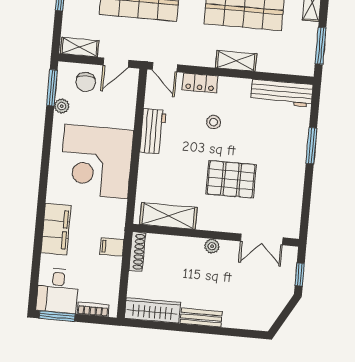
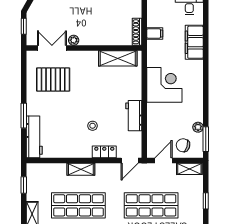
window: (321, 46) -> (24, 185), width x0.67
door: (165, 67) -> (130, 160), swing flipped
chair: (86, 82) -> (183, 145), turned -75
workbench: (282, 93) -> (34, 137), moved, turned 90
corner desk: (96, 162) -> (164, 85), width x0.74, depth x0.74
pallet: (231, 179) -> (53, 80), moved
plant: (212, 246) -> (74, 40), moved

